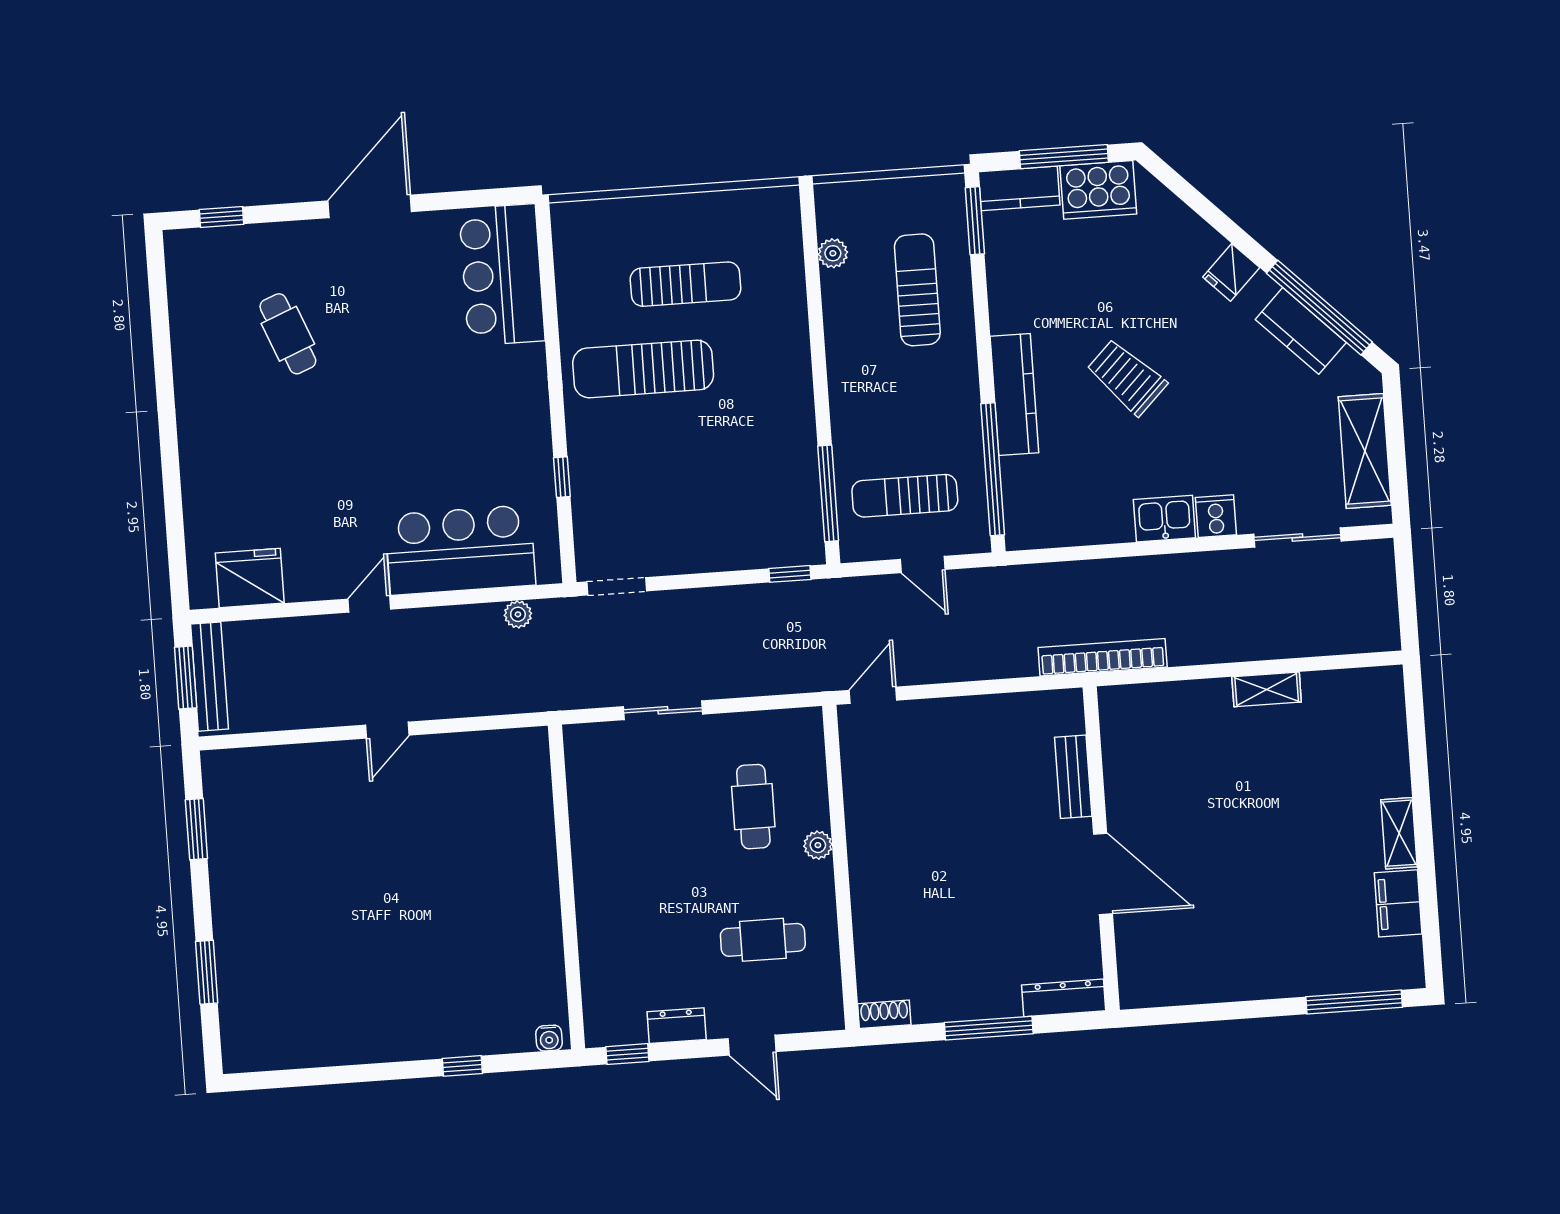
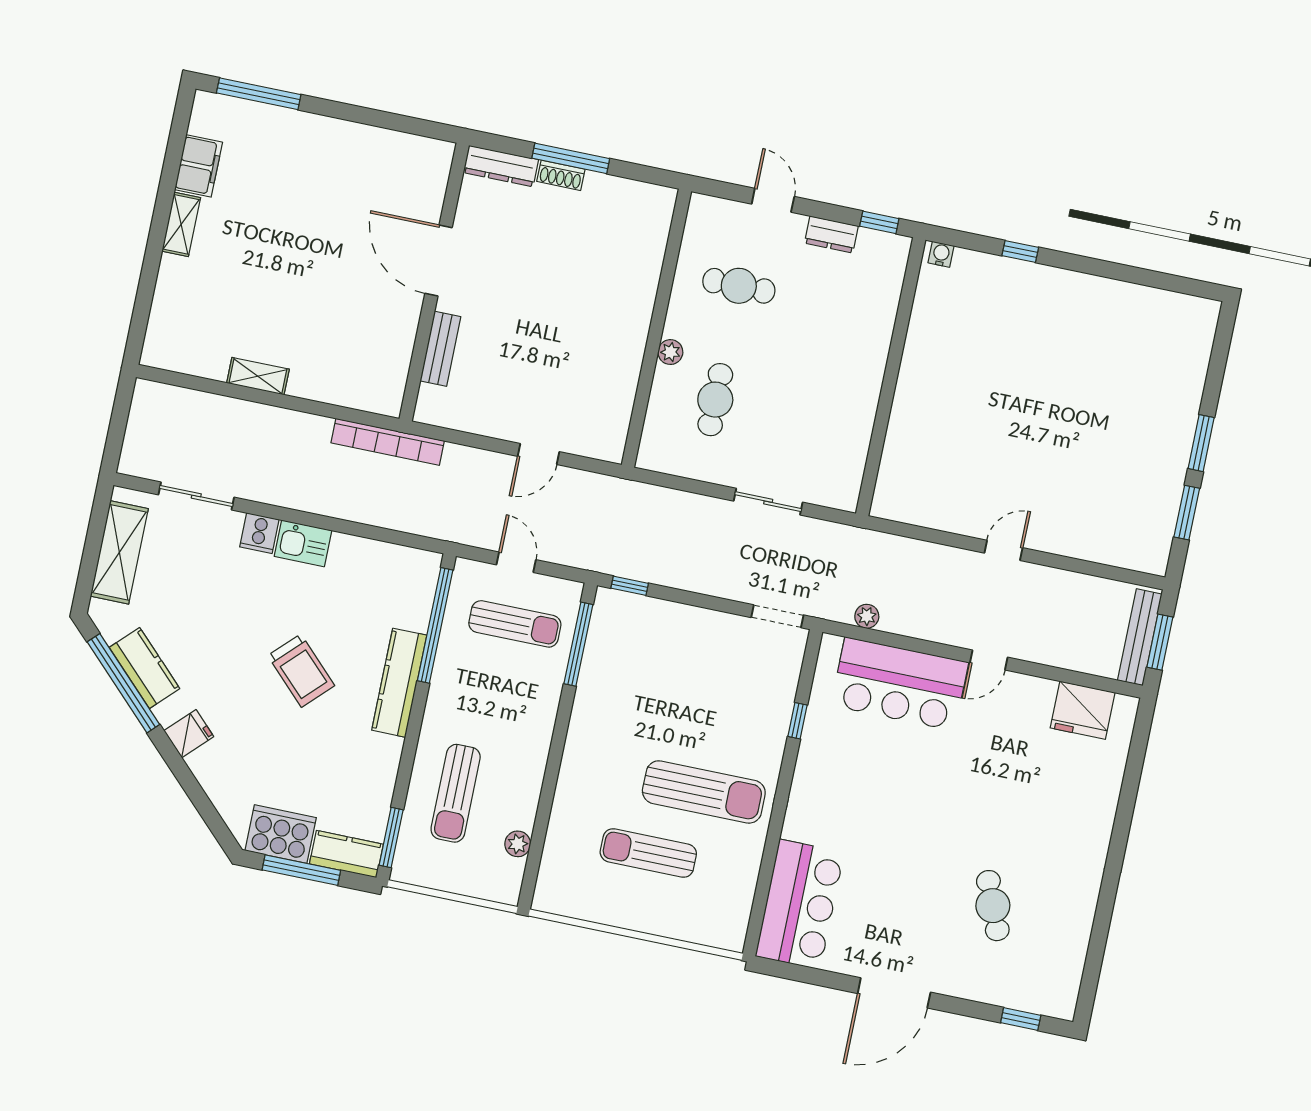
door: (873, 695) -> (538, 454), moved
window: (207, 972) -> (1201, 443), moved
shoe rack: (884, 1014) -> (561, 175), moved

